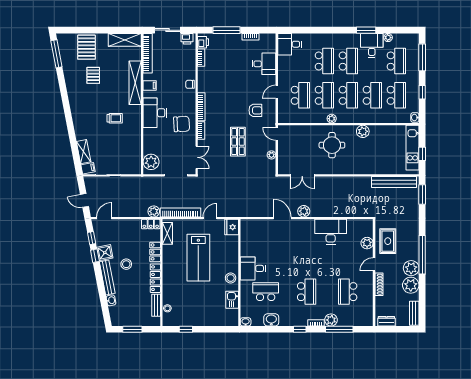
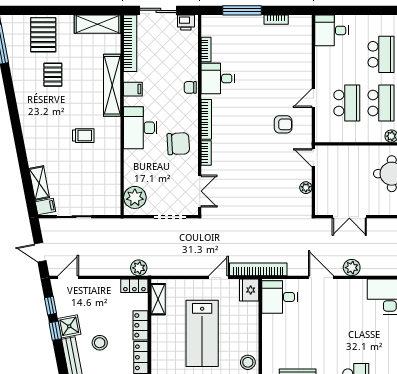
printer: (203, 42) -> (209, 28), removed
desk: (264, 64) -> (218, 79), moved, turned 180
shop shelf: (238, 142) -> (258, 169), removed
bookcase: (180, 213) -> (258, 269), moved
desk: (253, 268) -> (279, 297), moved

